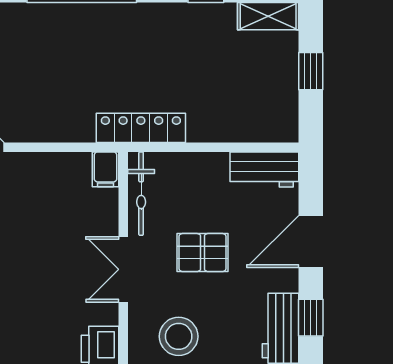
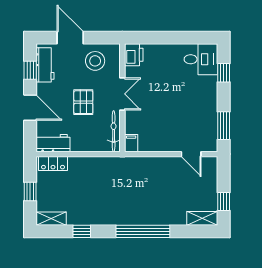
locker: (141, 128) -> (53, 164), moved, width x0.66
door: (311, 242) -> (30, 108), hinge flipped
pallet: (202, 253) -> (83, 102), turned 90

